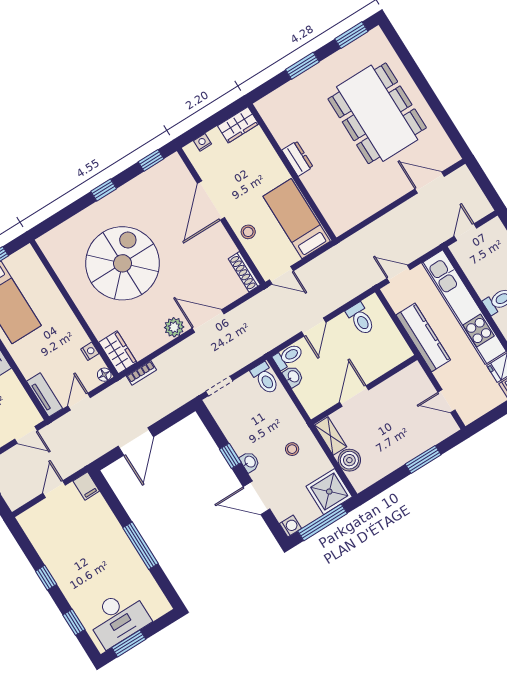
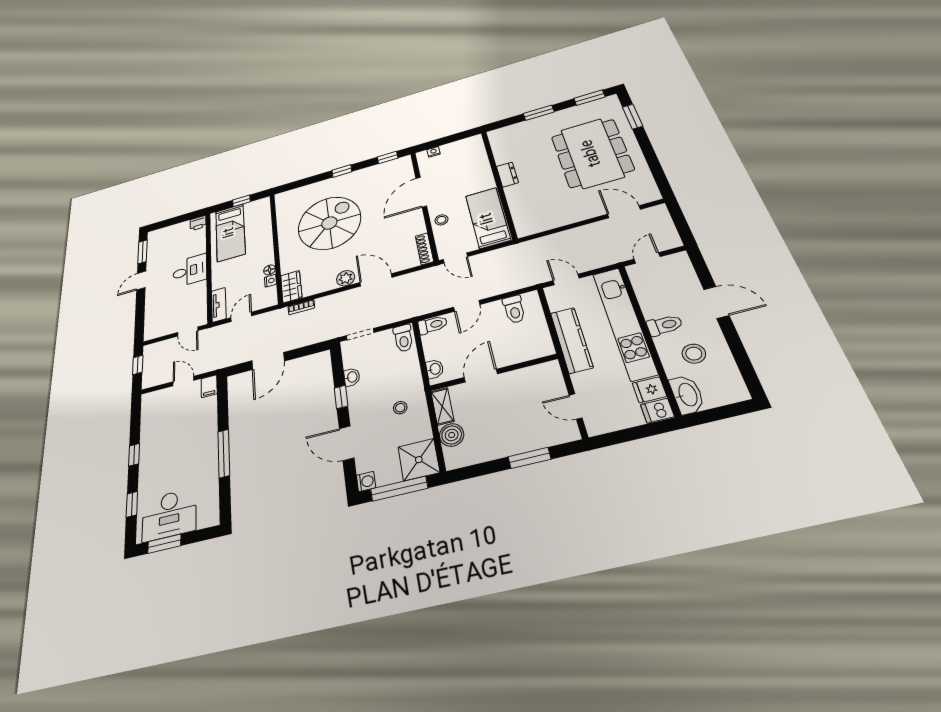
window: (405, 56) -> (633, 117), added
wardrobe: (238, 125) -> (468, 144), removed
floor lamp: (104, 375) -> (269, 270), moved
washbasin: (293, 377) -> (435, 369), moved
washbasin: (250, 462) -> (352, 377), moved
door: (54, 489) -> (183, 381), hinge flipped

